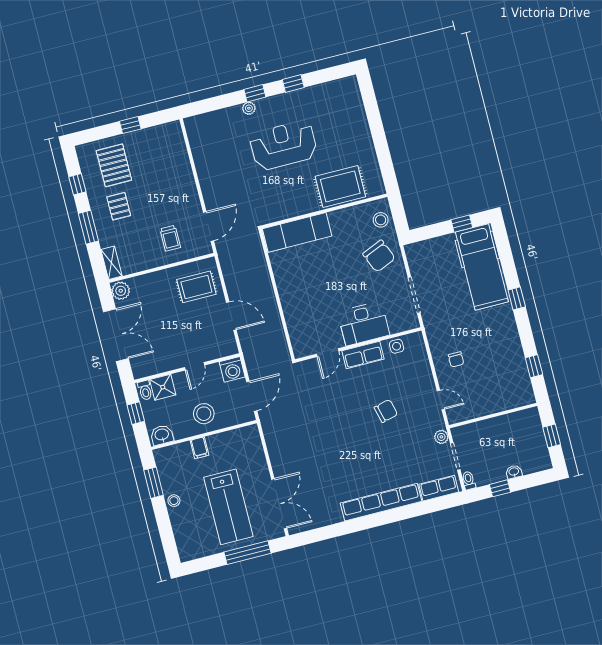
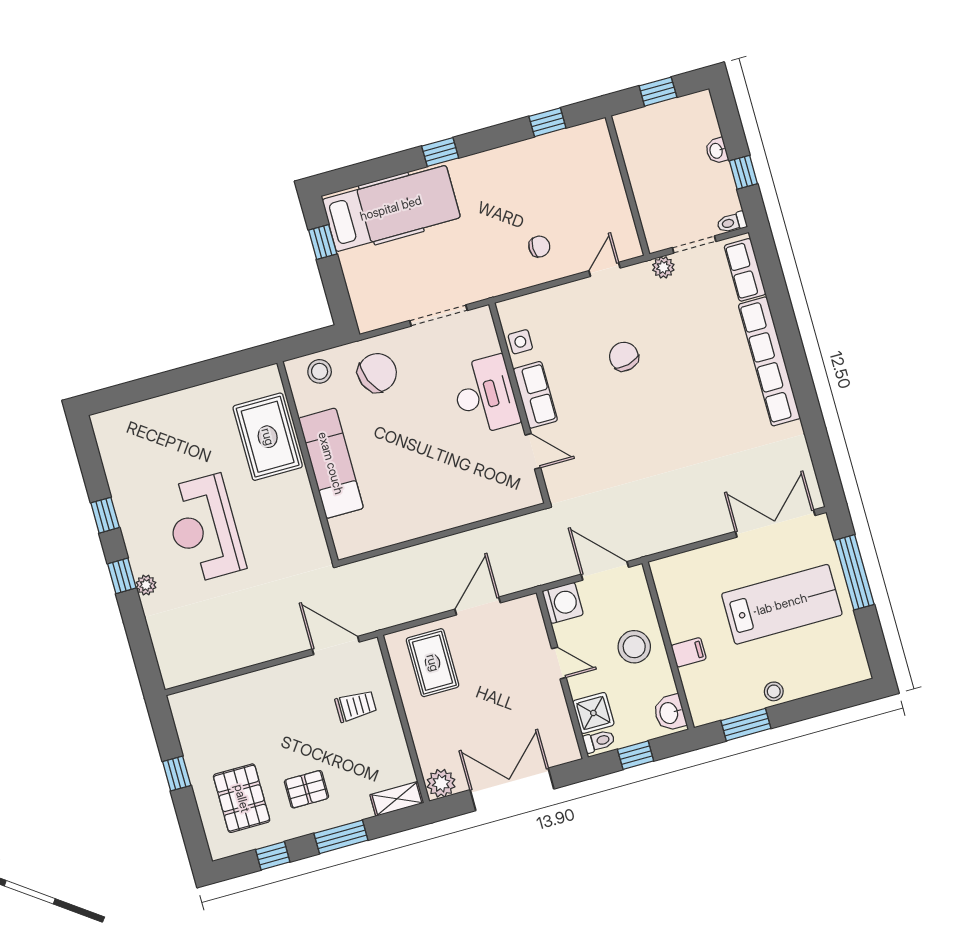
pallet: (114, 165) -> (242, 798), turned 90
exam couch: (297, 232) -> (331, 463), moved

